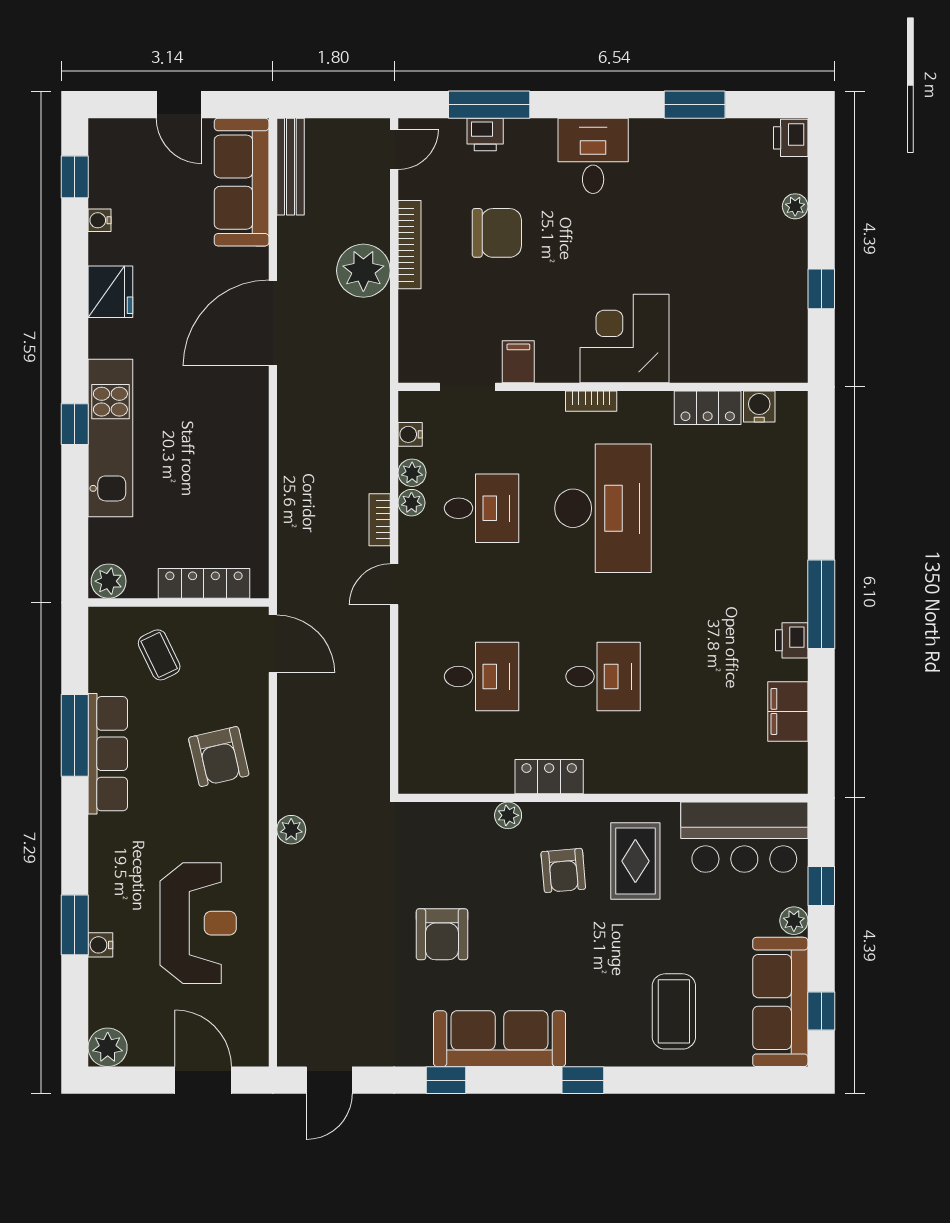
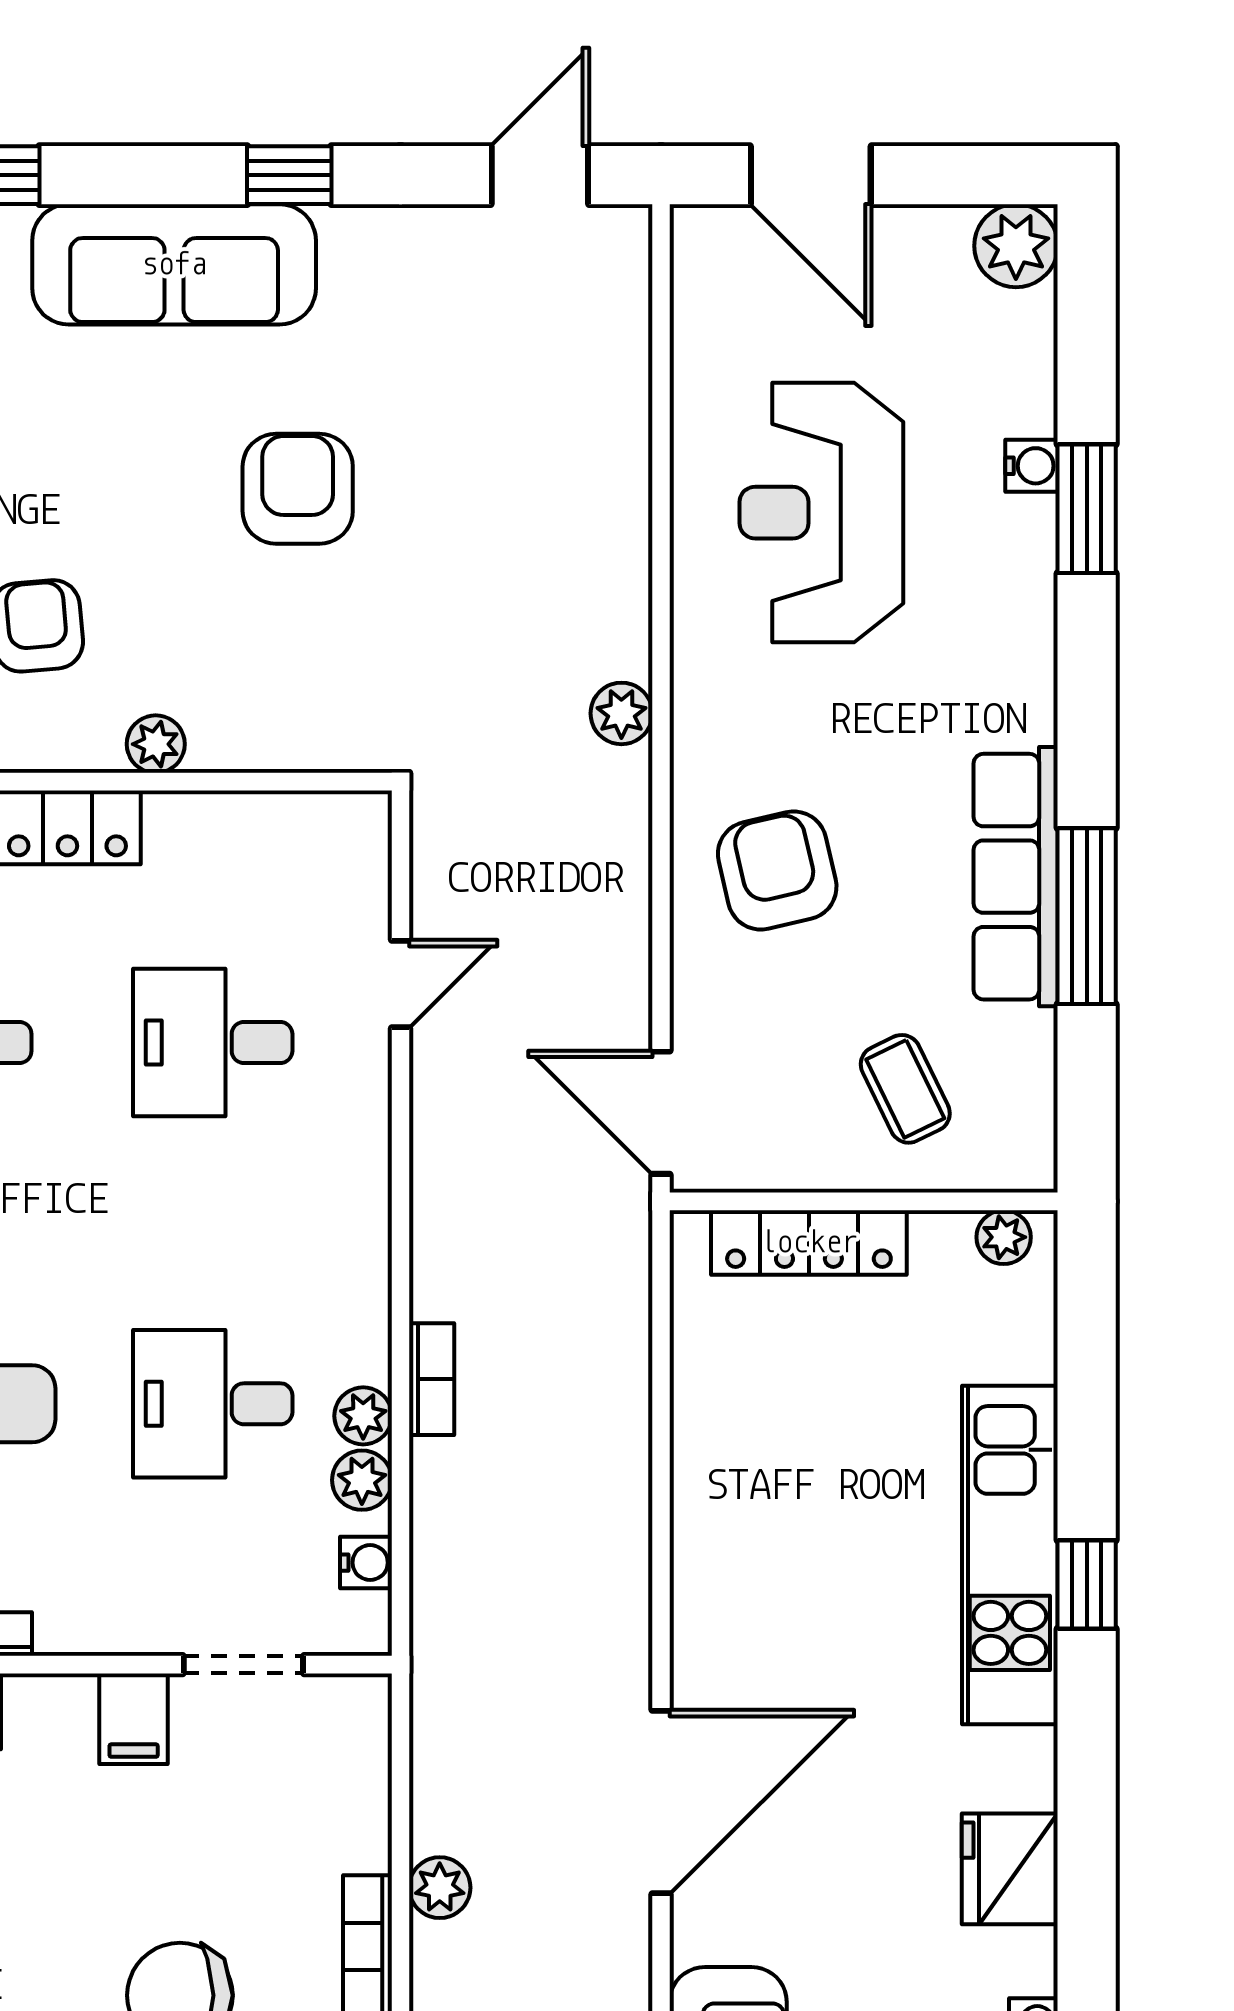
plant: (363, 271) -> (440, 1888), width x0.53, depth x0.53
plant: (109, 581) -> (1004, 1237), width x0.73, depth x0.73
door: (394, 584) -> (400, 984), moved

